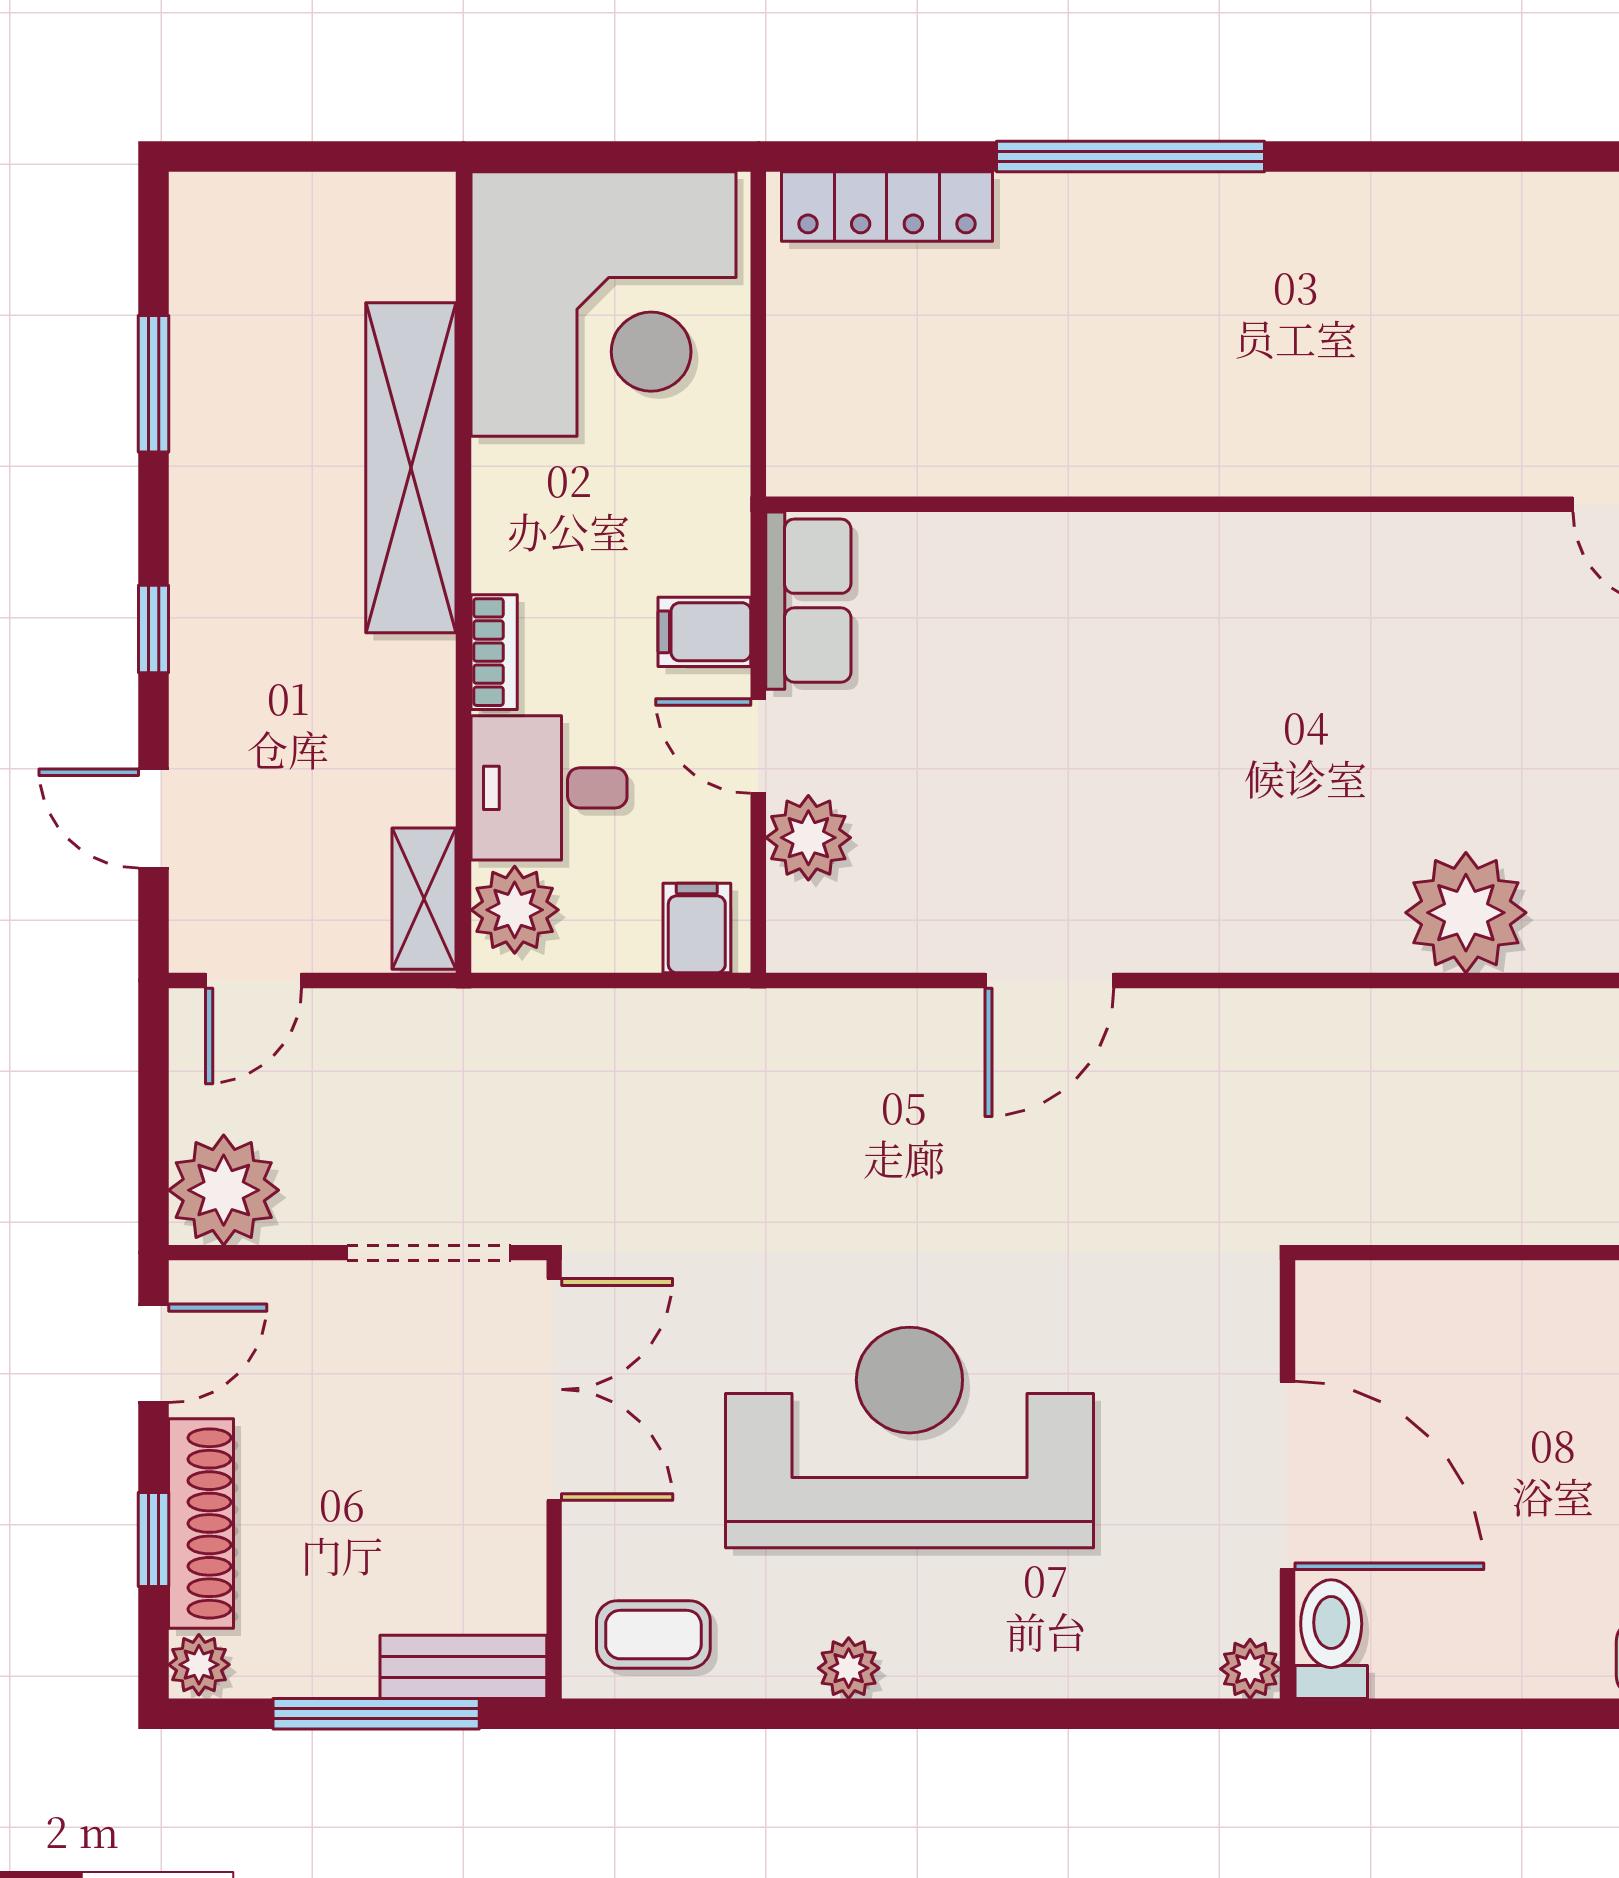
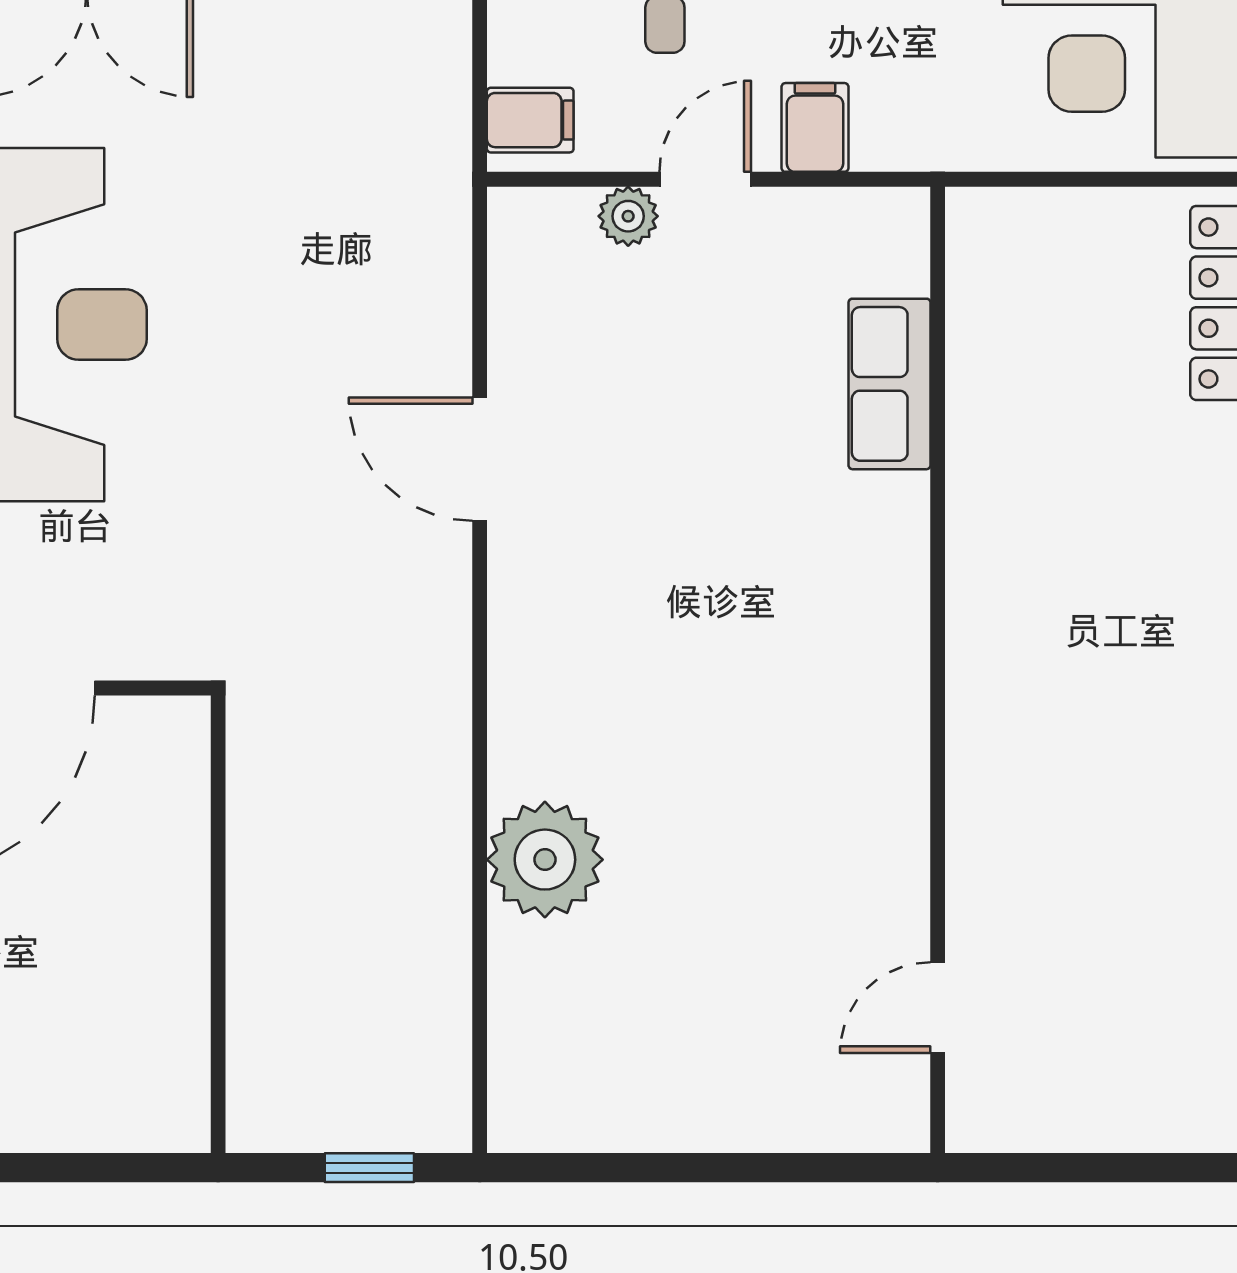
row of seats: (808, 601) -> (890, 384), moved, turned 90
plant: (808, 838) -> (628, 216), width x0.73, depth x0.73

